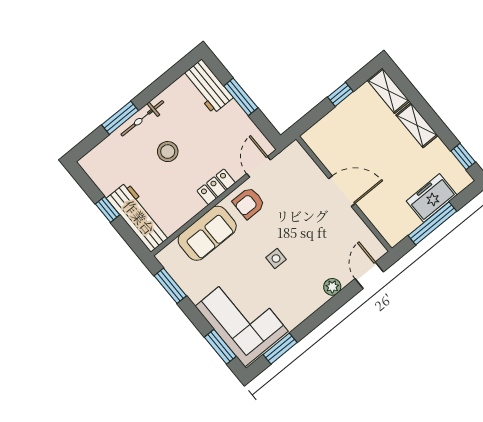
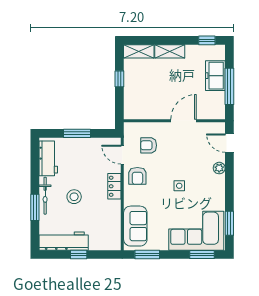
workbench: (207, 86) -> (48, 158), moved, turned -90
armchair: (293, 187) -> (149, 145), added
door: (342, 191) -> (184, 121), moved
workbench: (139, 217) -> (64, 241), moved
sofa: (207, 233) -> (135, 226), moved

